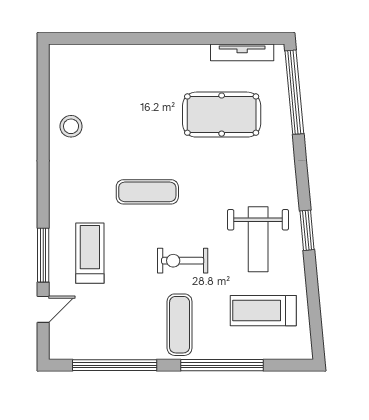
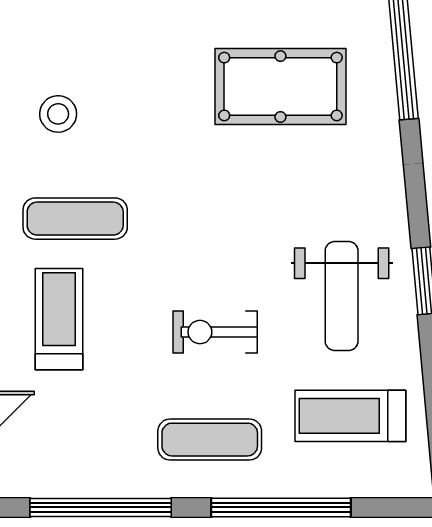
stool: (71, 126) -> (58, 114), moved
exercise mat: (147, 192) -> (75, 219), moved
exercise mat: (180, 325) -> (210, 440), turned 90

